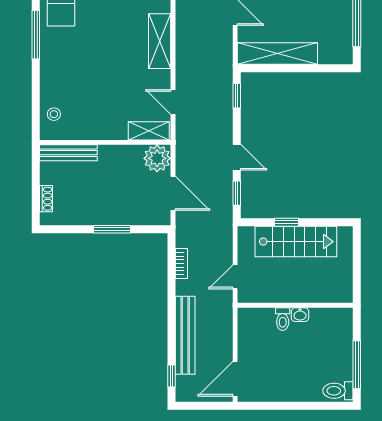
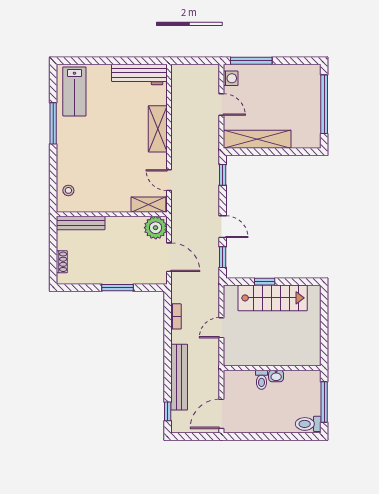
wall: (295, 305) -> (272, 368), moved
washbasin: (300, 315) -> (276, 376), moved
toilet: (283, 319) -> (261, 380), moved

